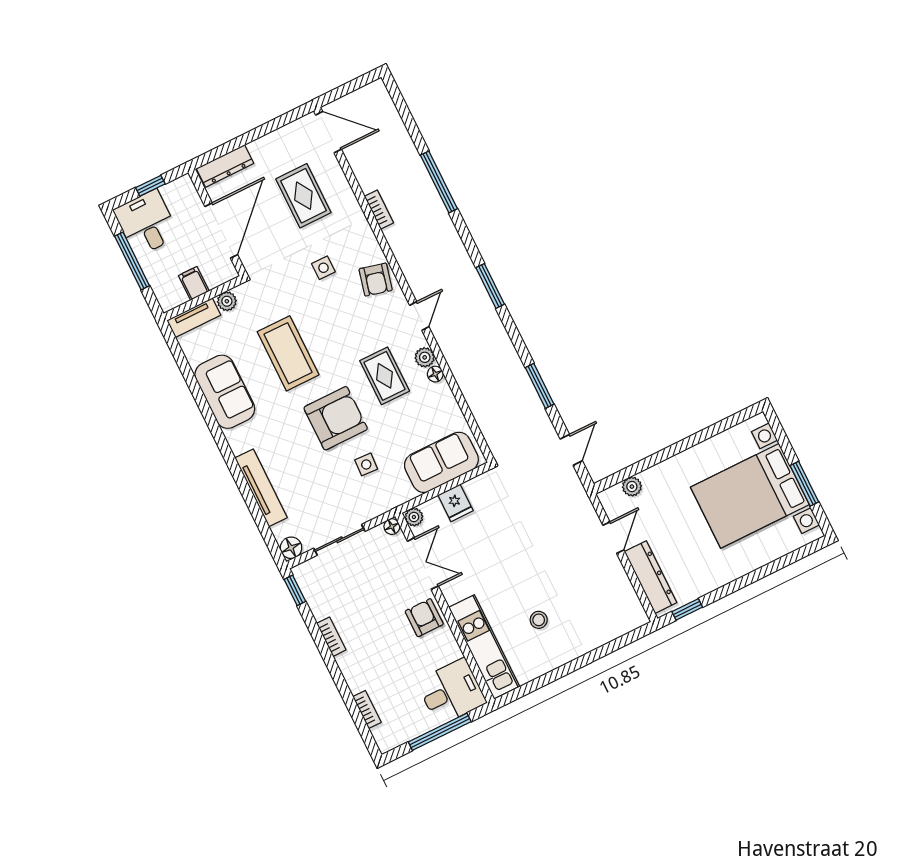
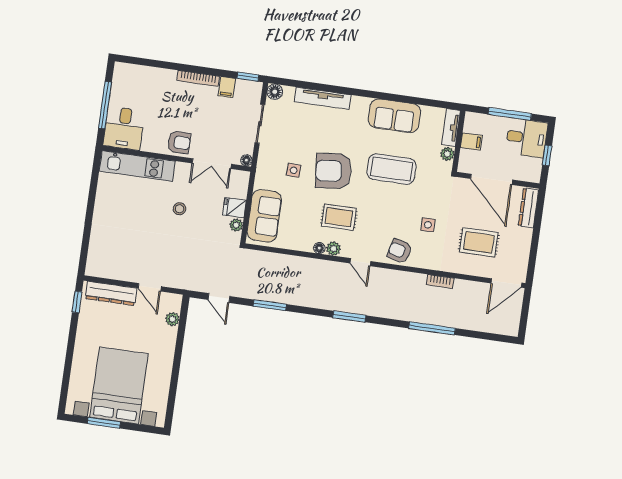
armchair: (336, 418) -> (334, 171), turned 84
plant: (414, 517) -> (236, 225), moved
filing cabinet: (323, 606) -> (227, 87), added
stool: (539, 620) -> (180, 209), moved
bookcase: (331, 637) -> (198, 78), width x1.56
bookcase: (367, 709) -> (148, 71), removed

